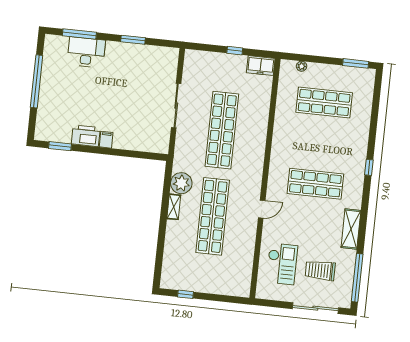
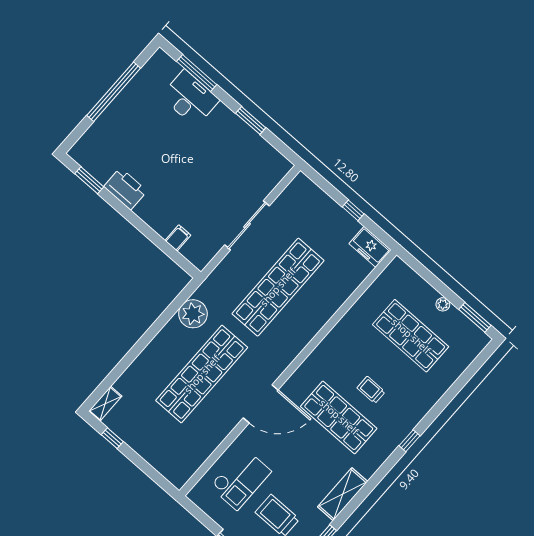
plant: (302, 66) -> (443, 304), moved
filing cabinet: (106, 140) -> (178, 238), moved
trolley: (323, 153) -> (371, 390), added
shelving: (174, 207) -> (105, 404), moved
door: (262, 209) -> (261, 404), width x1.87

